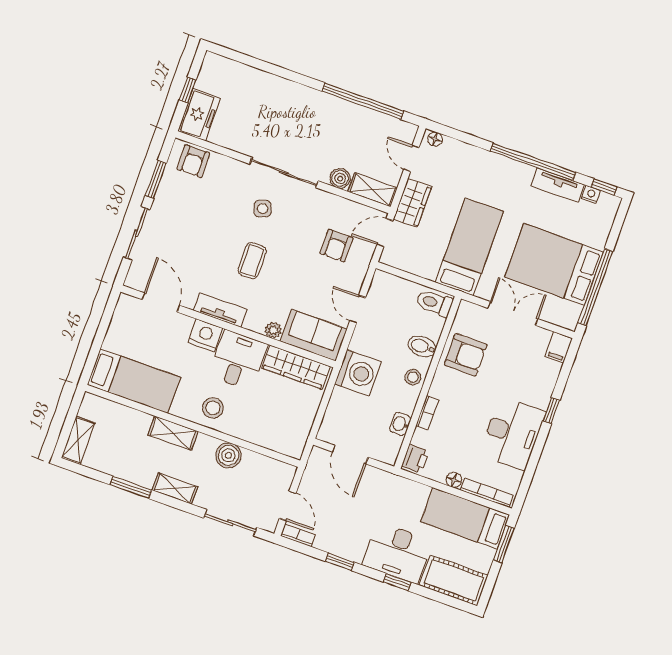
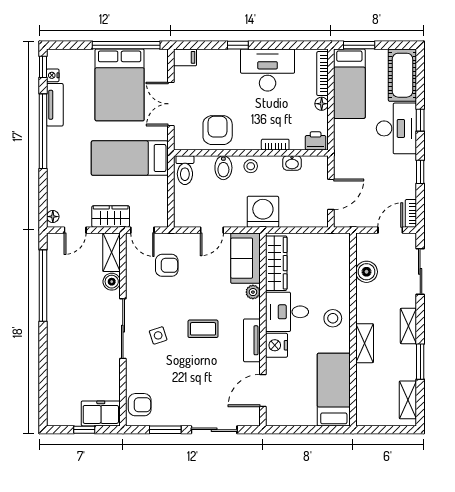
shelving: (78, 440) -> (408, 400), moved, turned 90
boiler: (228, 455) -> (367, 272), moved

